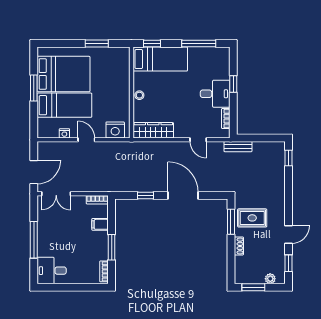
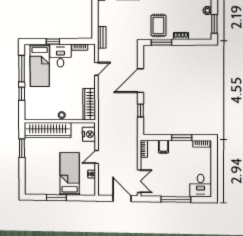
window: (152, 43) -> (22, 94), moved
bed: (160, 59) -> (40, 65), moved, turned 180
bed: (64, 74) -> (46, 174), removed
wardrobe: (120, 77) -> (48, 130), added

